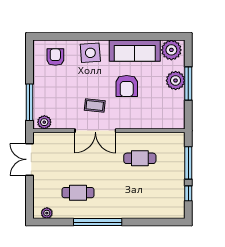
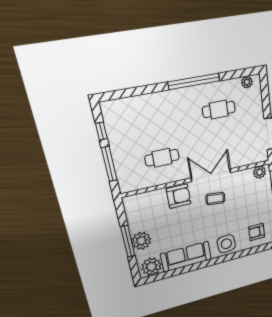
armchair: (55, 57) -> (257, 232), turned 90
armchair: (127, 86) -> (179, 196), moved, turned 90

